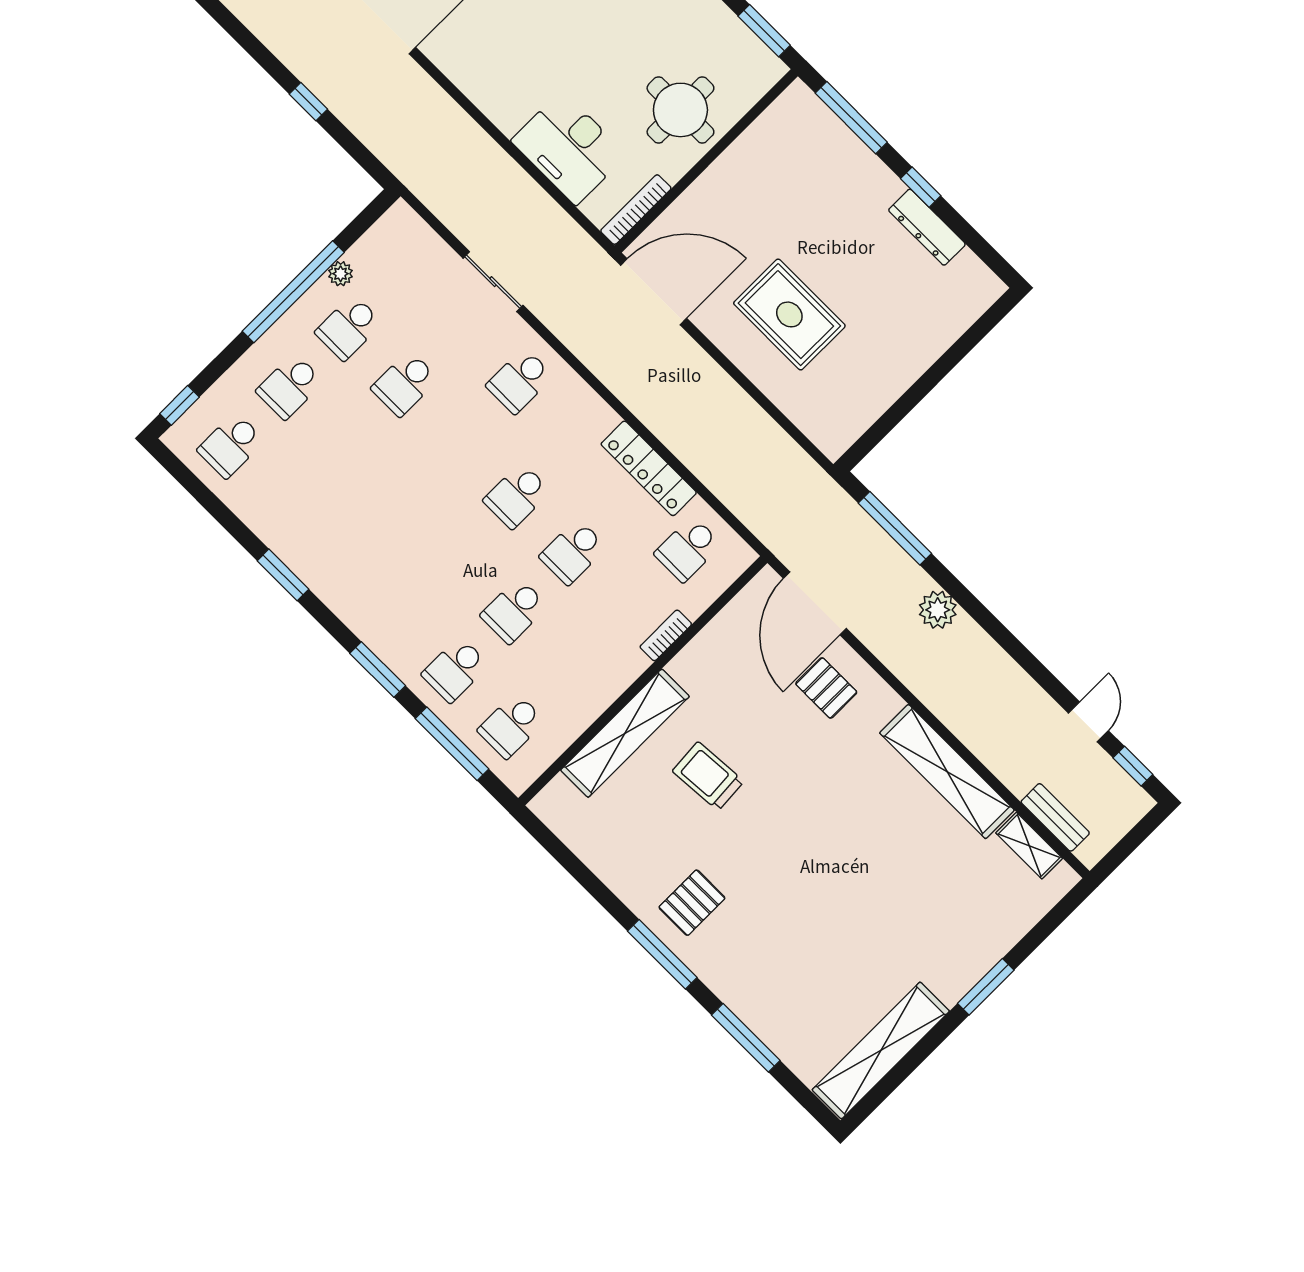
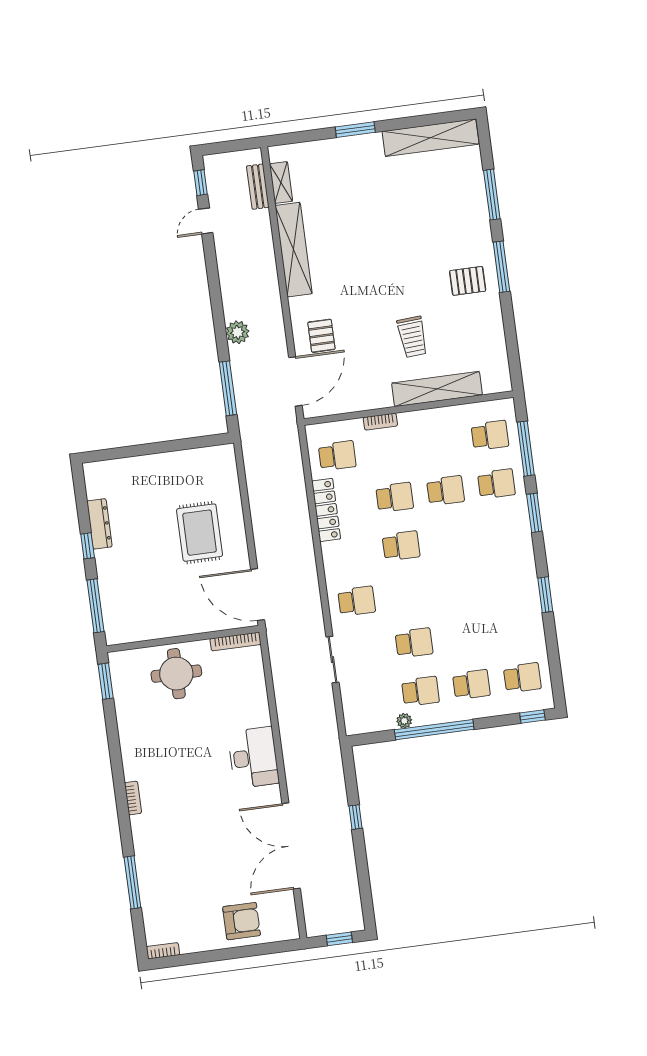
desk: (569, 148) -> (253, 758), moved

